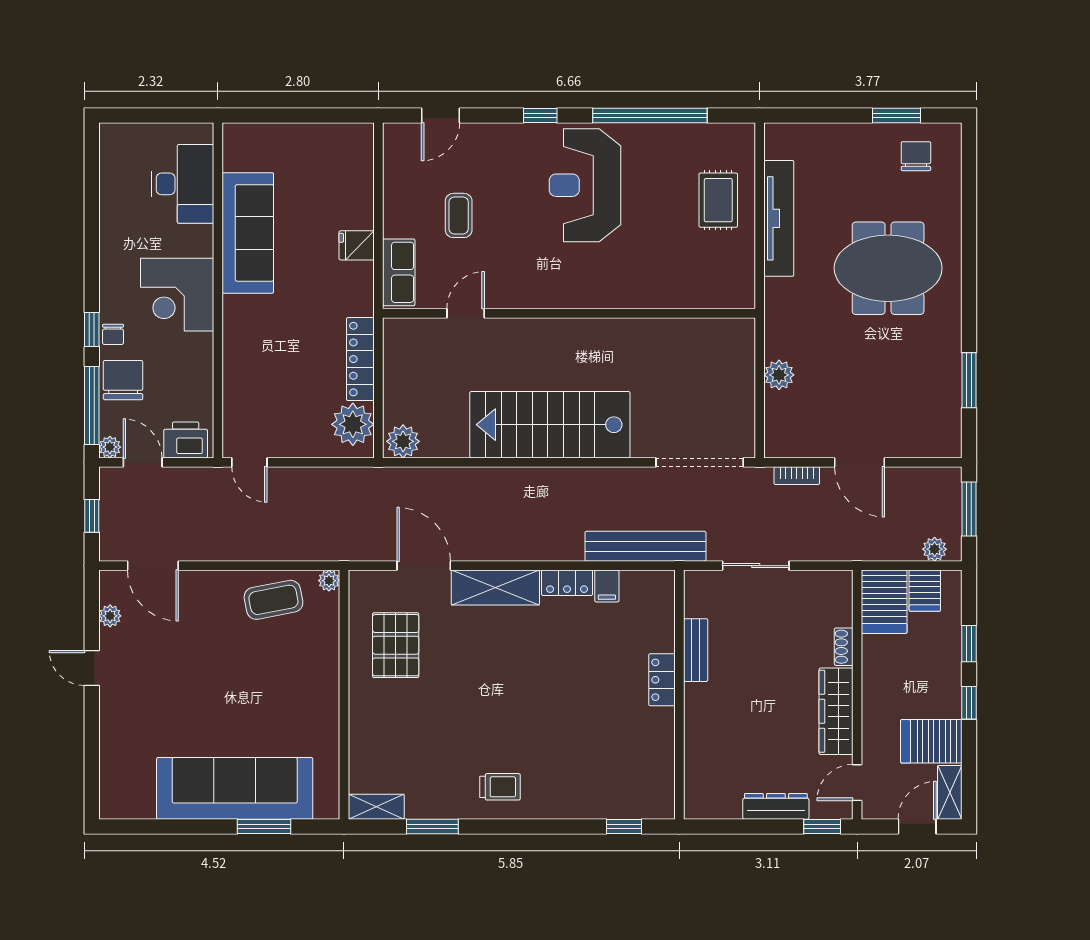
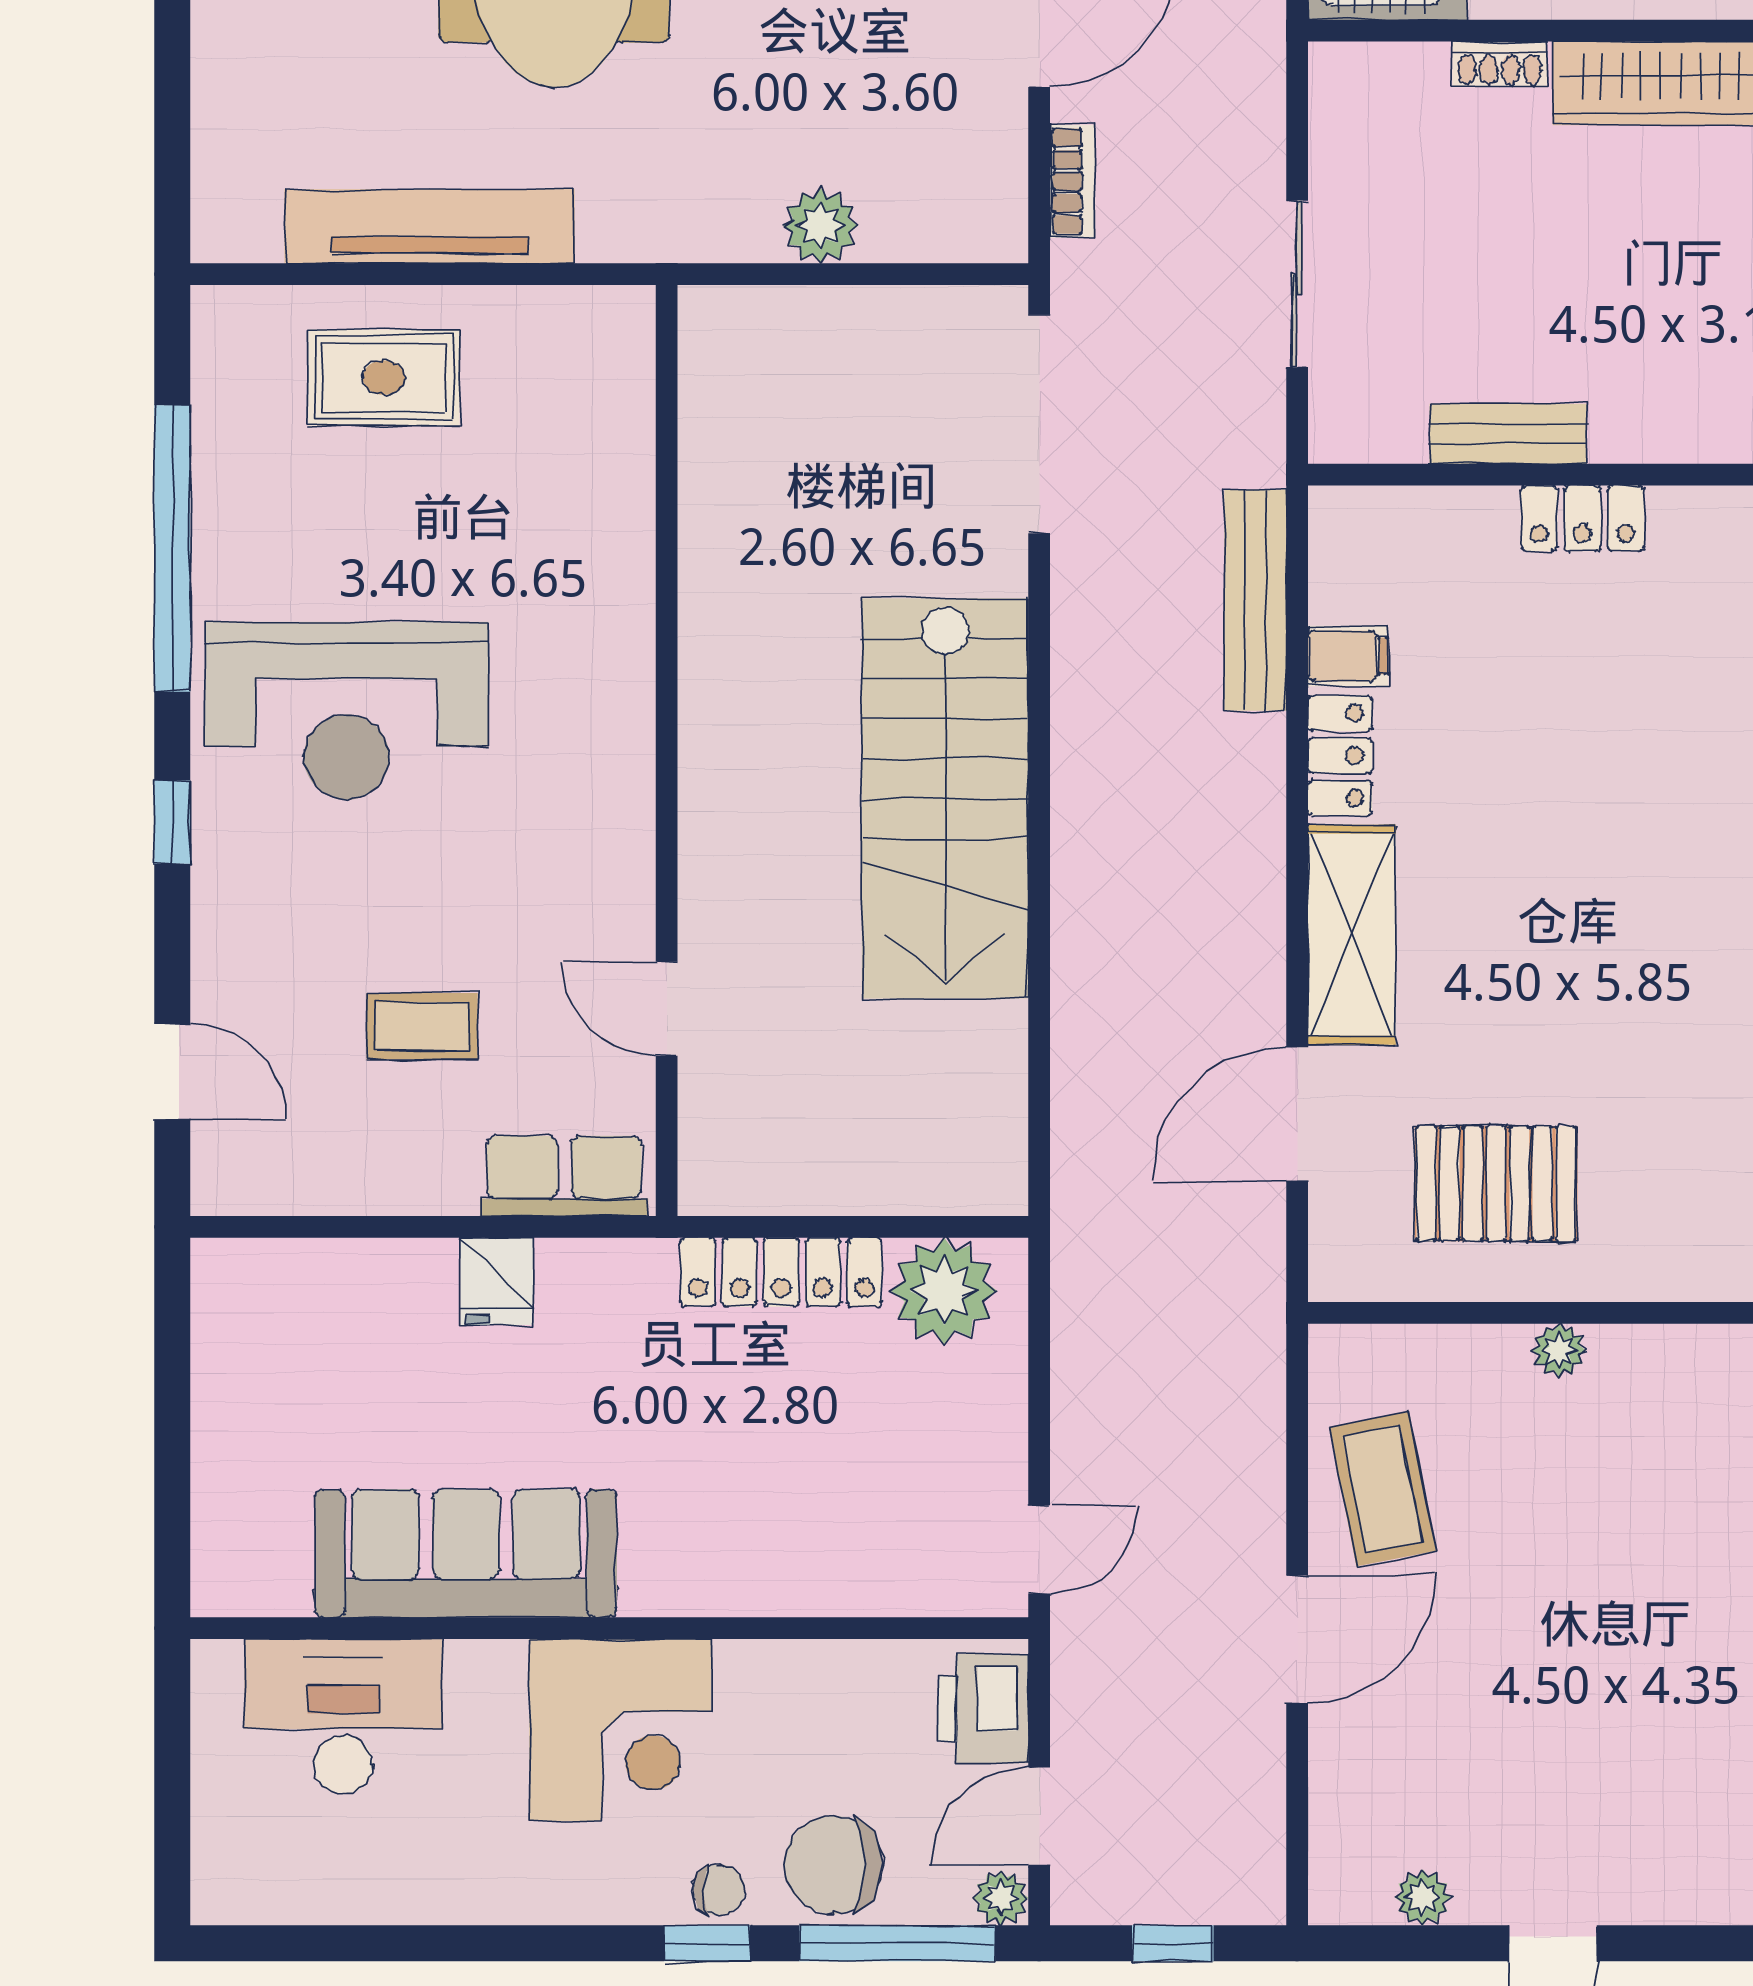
plant: (403, 441) -> (987, 1165), removed
bench: (645, 546) -> (1255, 600), width x0.73, depth x0.82
door: (153, 566) -> (1297, 1639), moved
plant: (329, 581) -> (1559, 1350), moved

